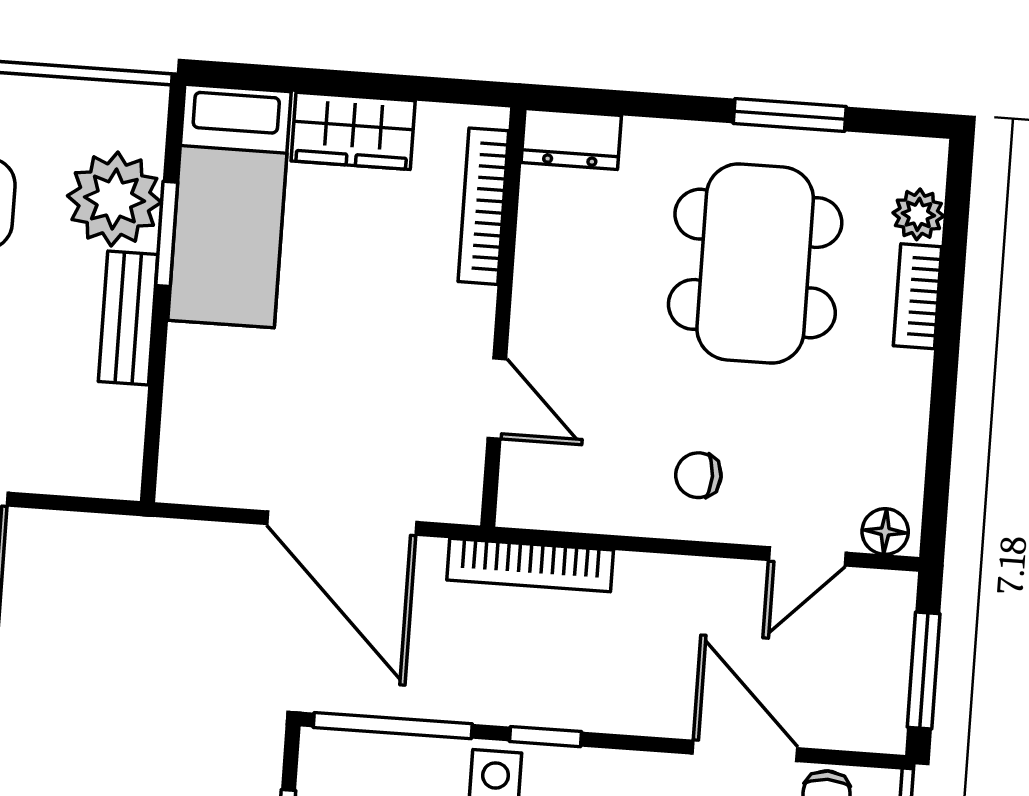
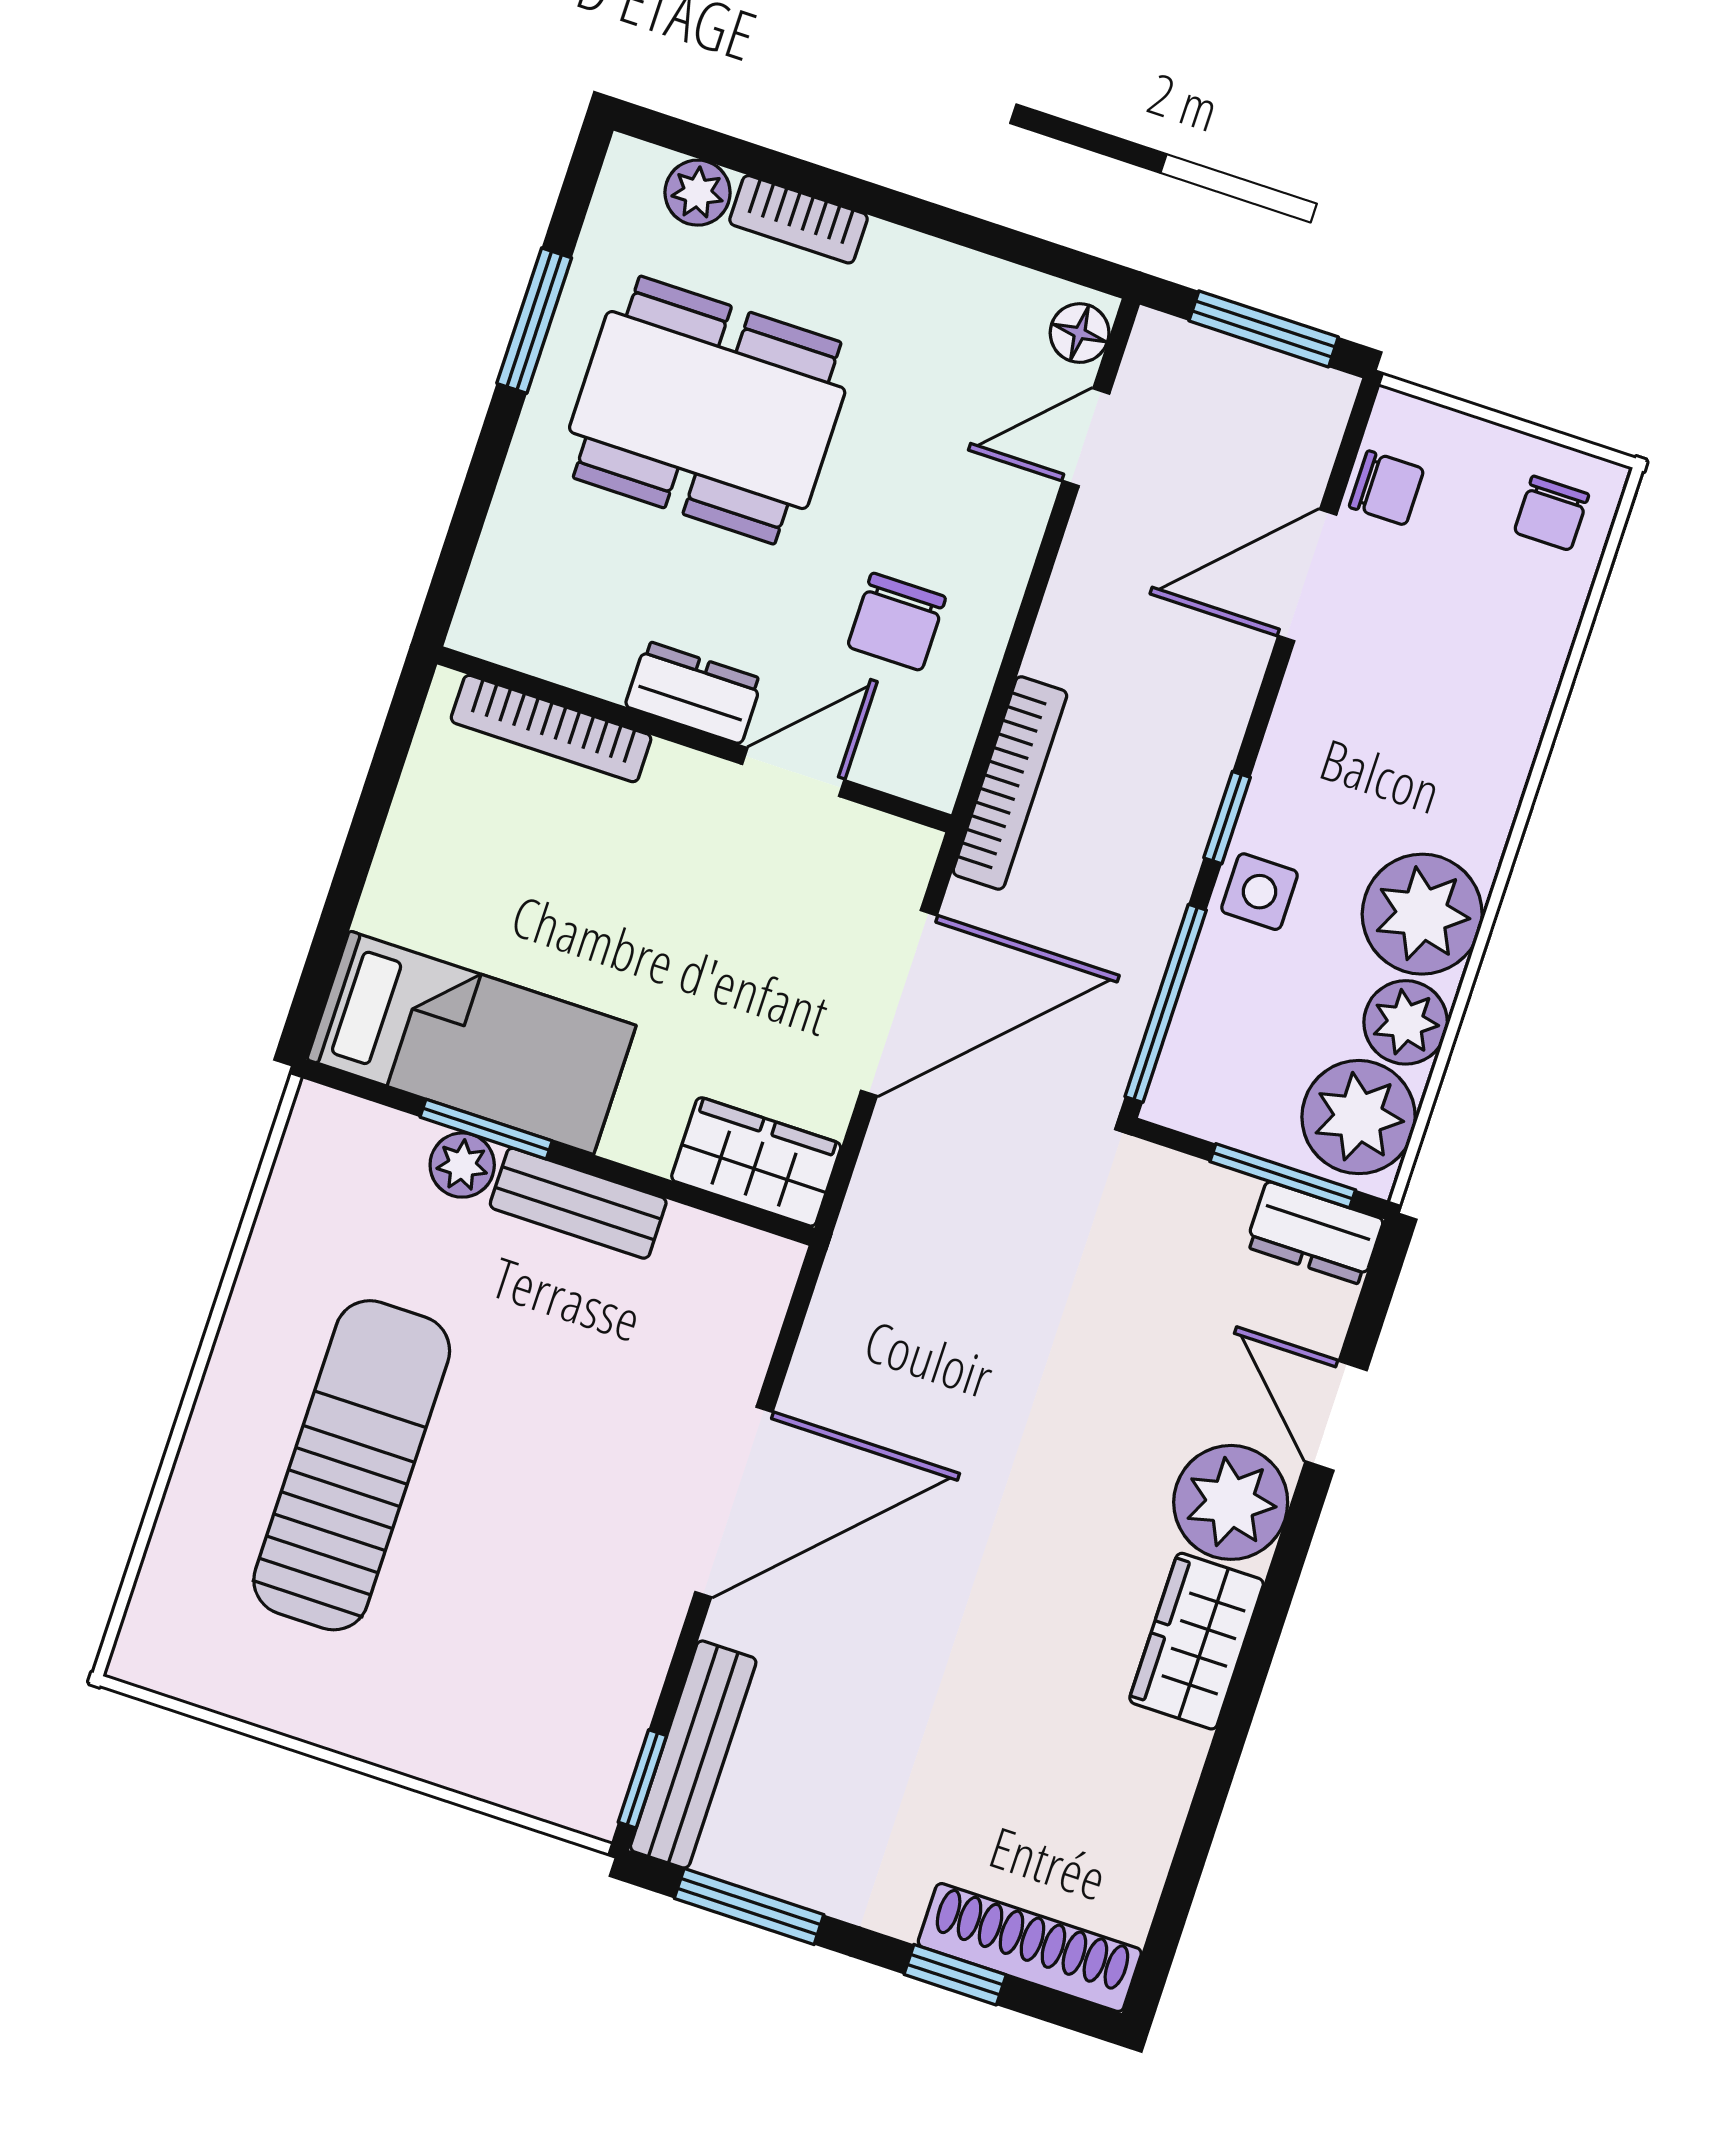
wardrobe: (353, 131) -> (756, 1162), moved, turned -90
dresser: (571, 139) -> (694, 693), moved, turned -90
plant: (114, 199) -> (462, 1165), width x0.53, depth x0.53
chair: (698, 475) -> (897, 622), moved, width x1.37, depth x1.37
door: (807, 556) -> (1086, 437), swing flipped

